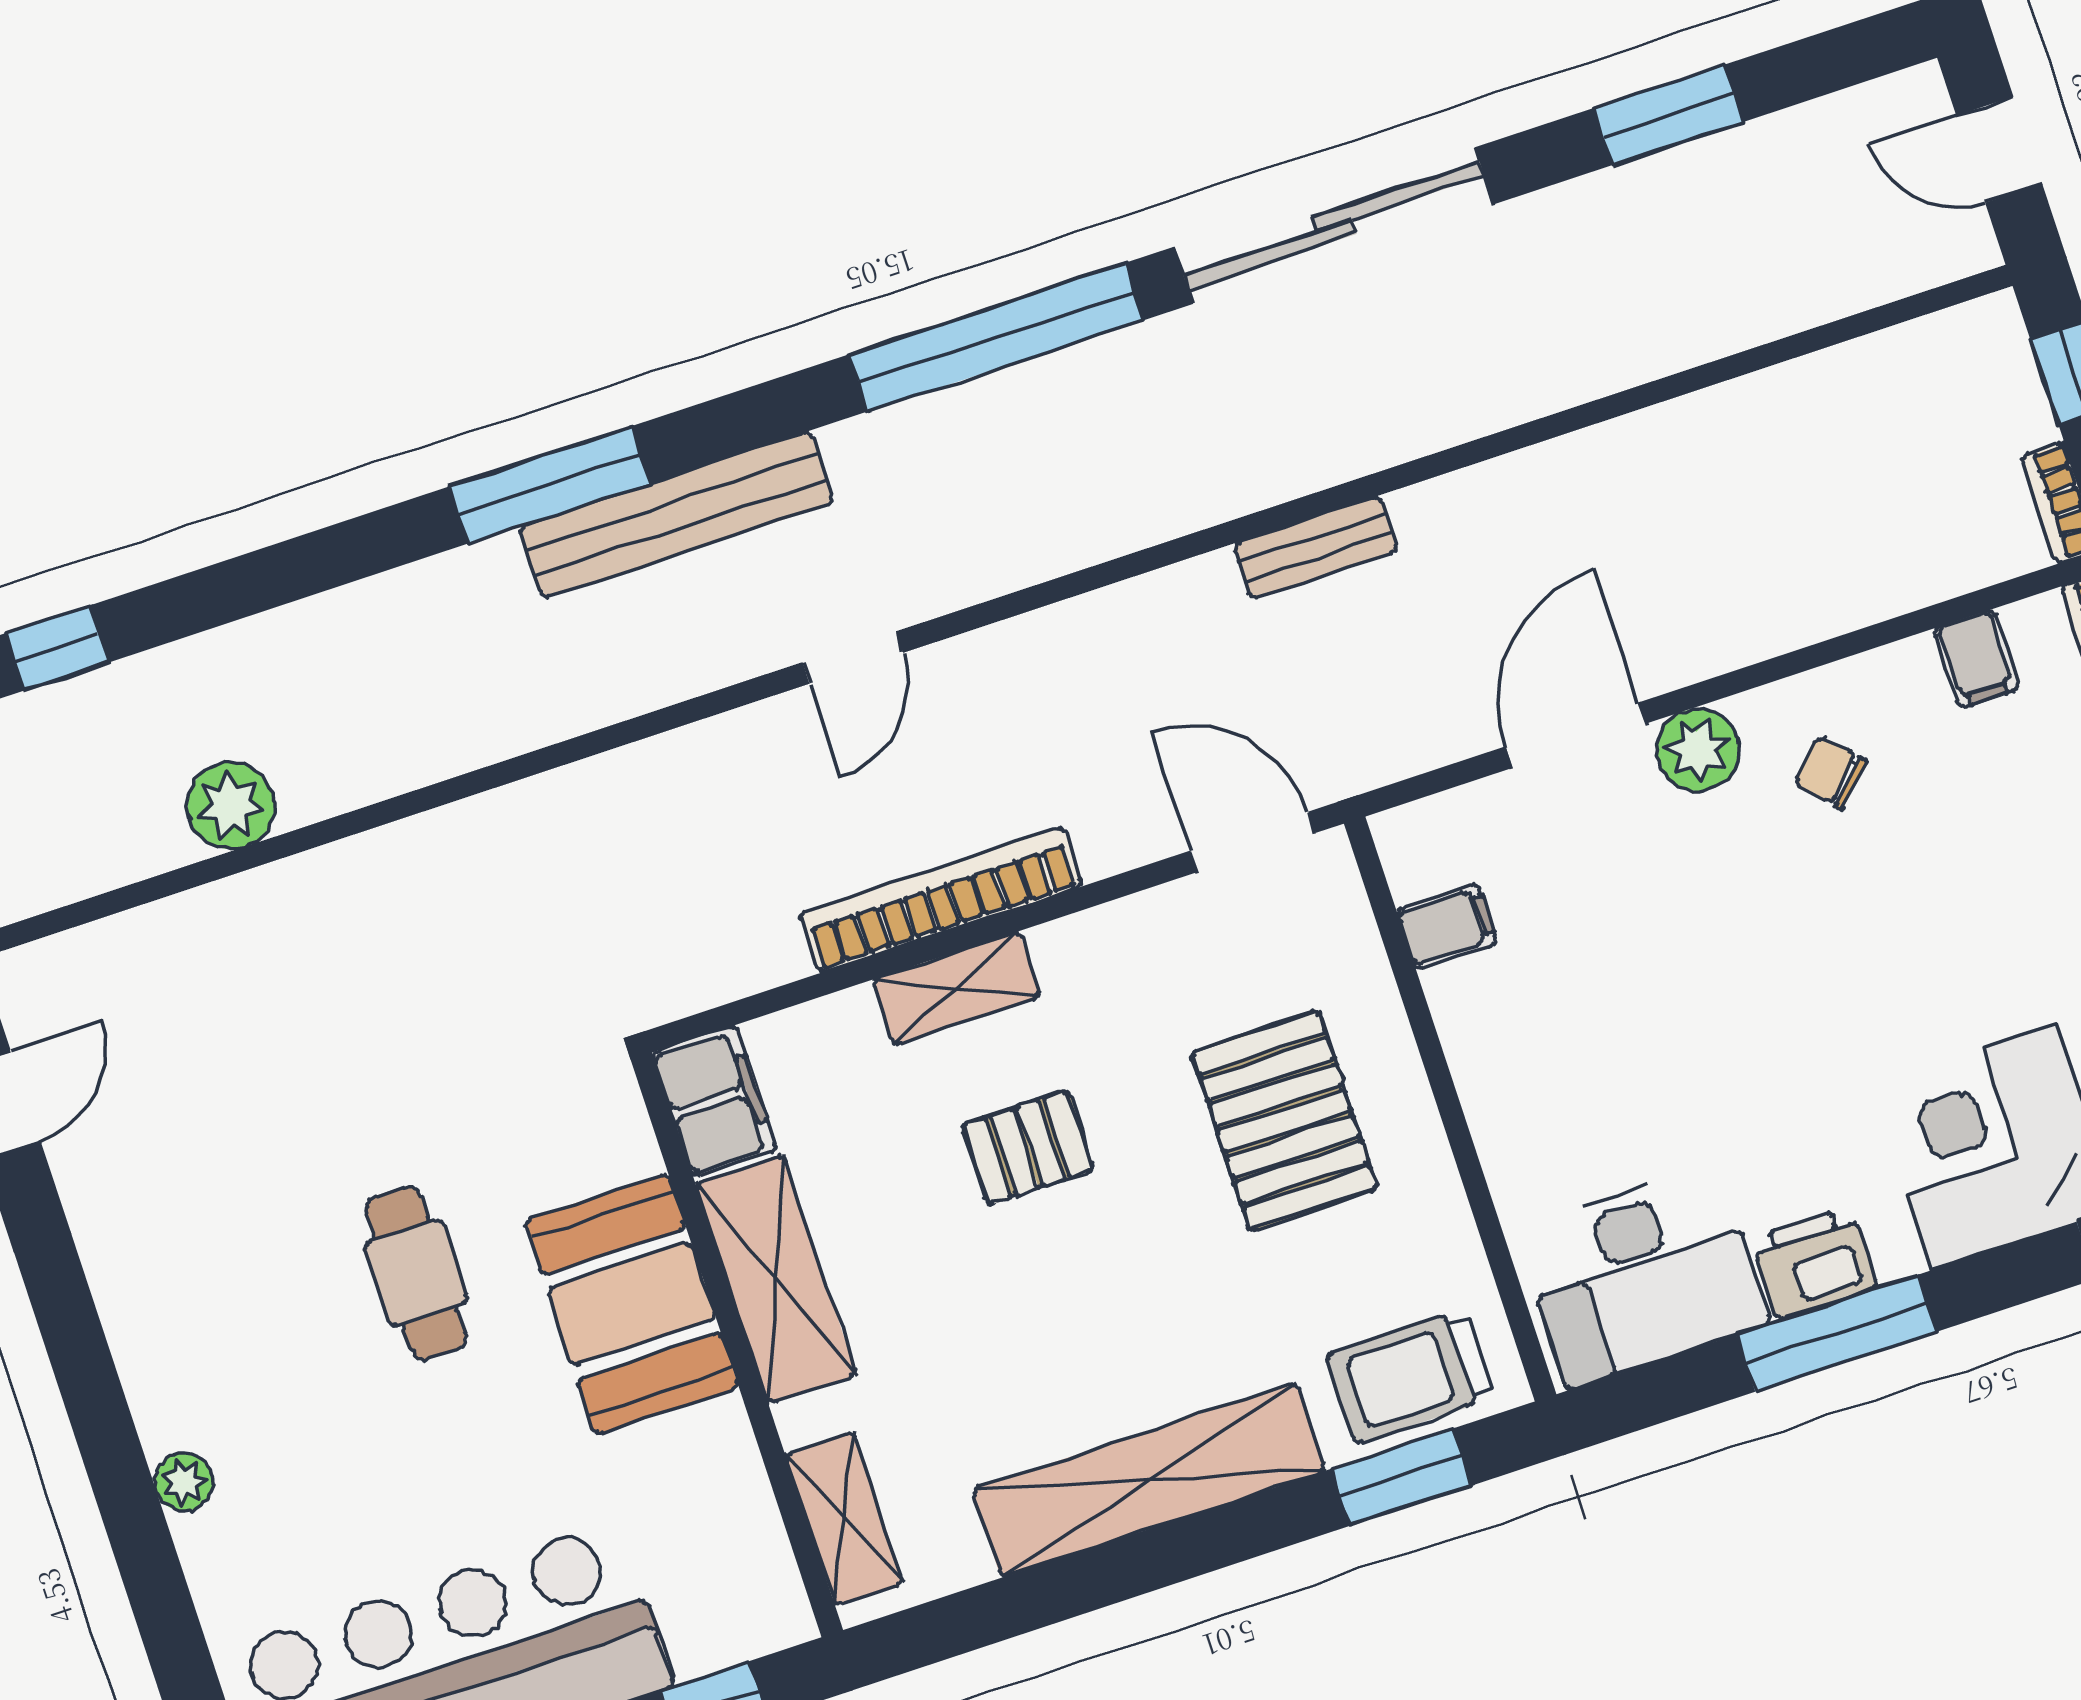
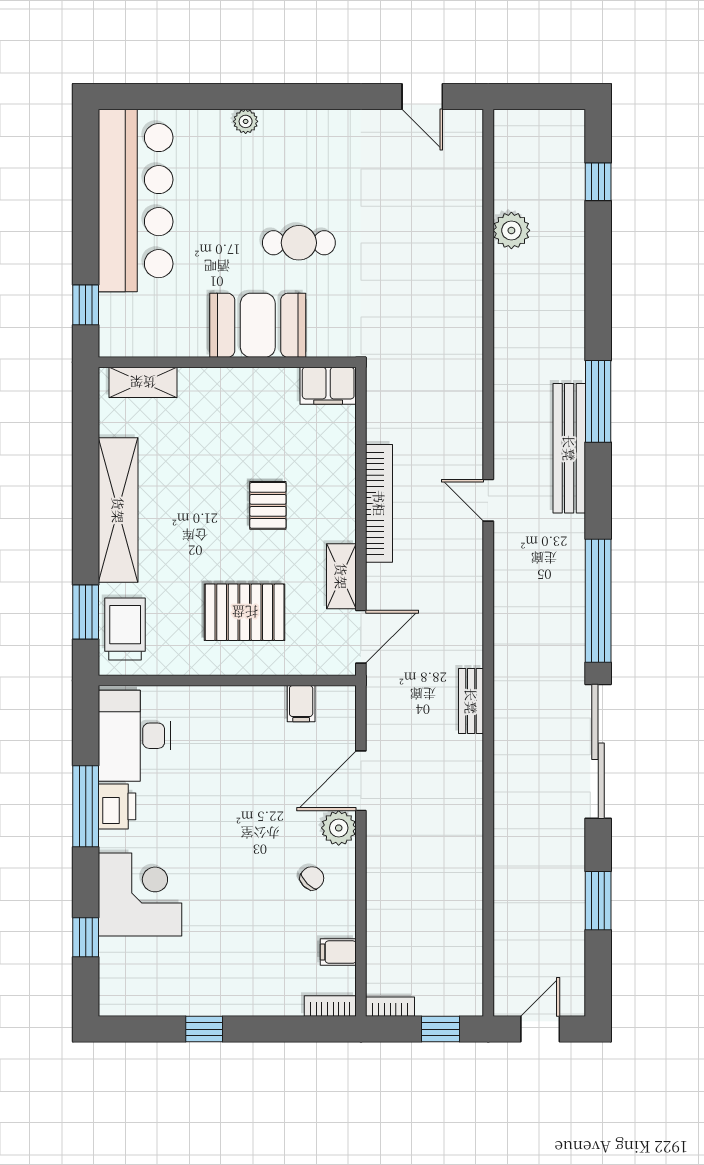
door: (1576, 735) -> (361, 781), swing flipped
shelving: (957, 988) -> (341, 576), moved
shelving: (776, 1279) -> (248, 387), removed

